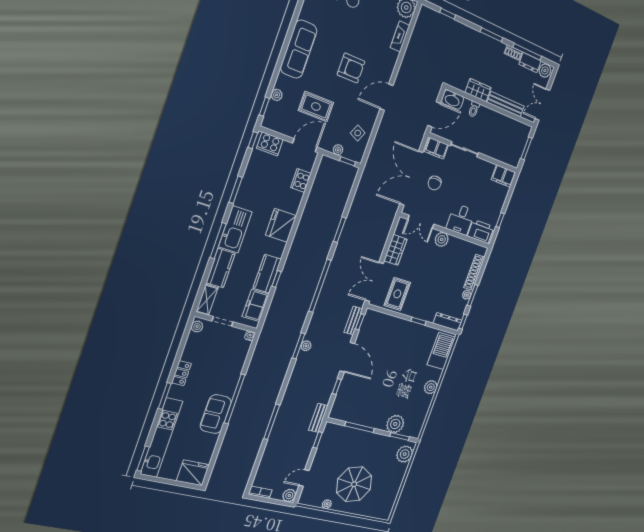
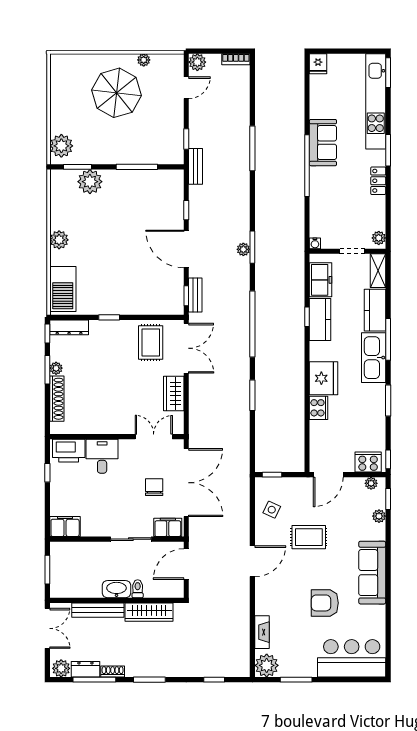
armchair: (351, 68) -> (325, 603), moved
wardrobe: (478, 90) -> (149, 612), width x1.50
washbasin: (453, 100) -> (116, 589), moved
rug: (316, 107) -> (309, 537), moved
plant: (338, 150) -> (371, 483), moved
cooker: (301, 181) -> (319, 408), moved
plant: (442, 239) -> (118, 425), removed
fridge: (193, 473) -> (318, 64), width x0.53, depth x0.75

